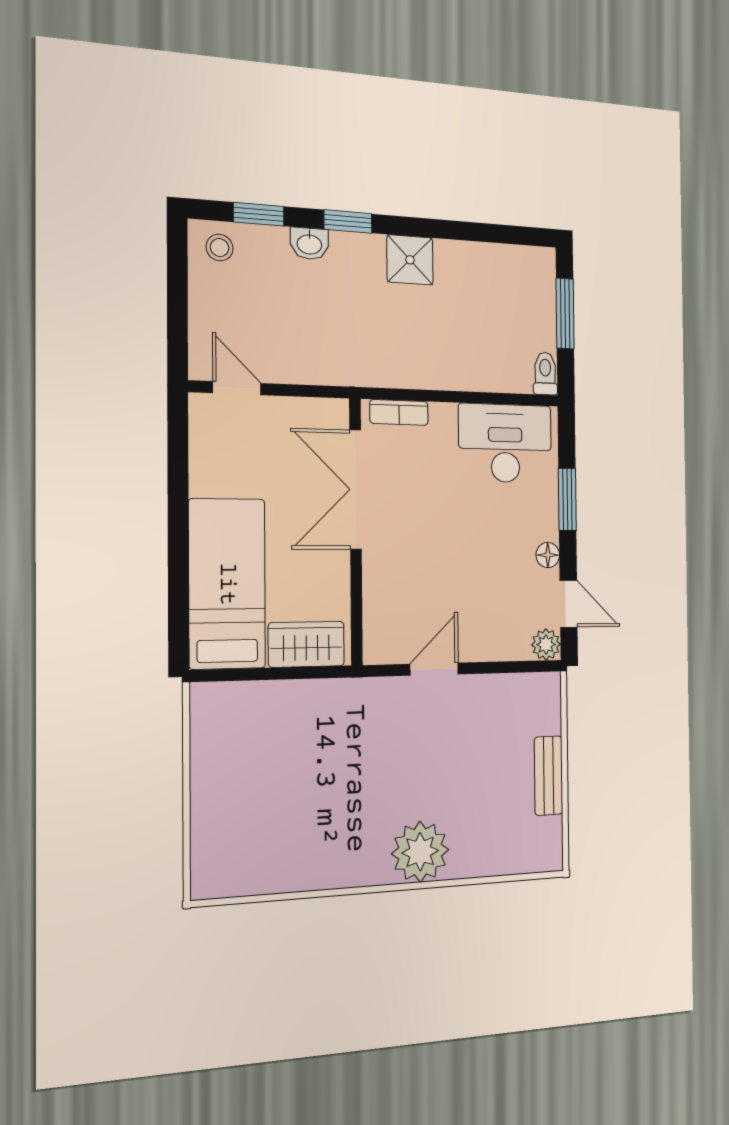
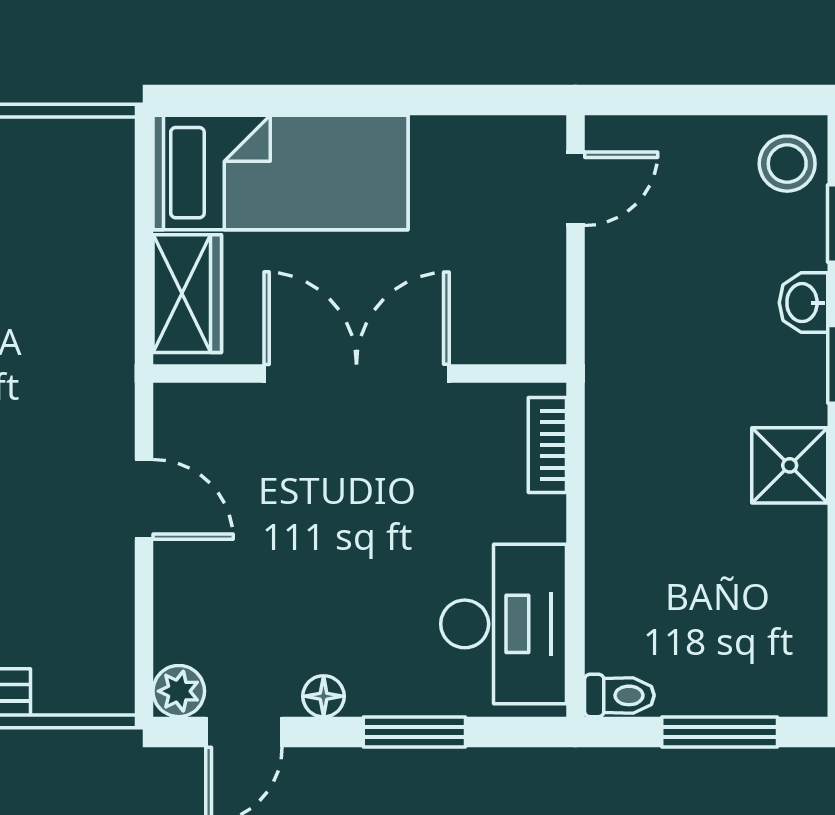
stool: (220, 248) -> (787, 164), width x1.37, depth x1.37
double door: (356, 490) -> (357, 373), moved

